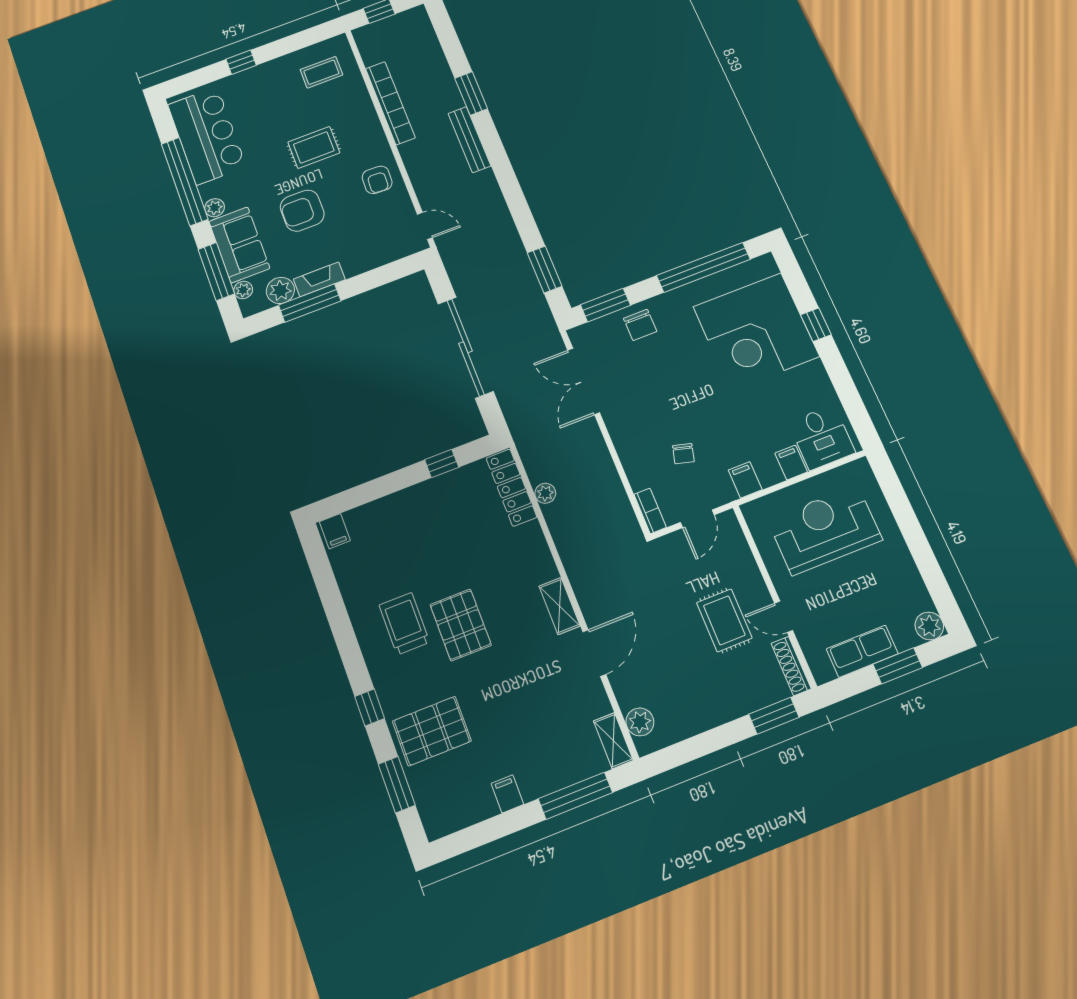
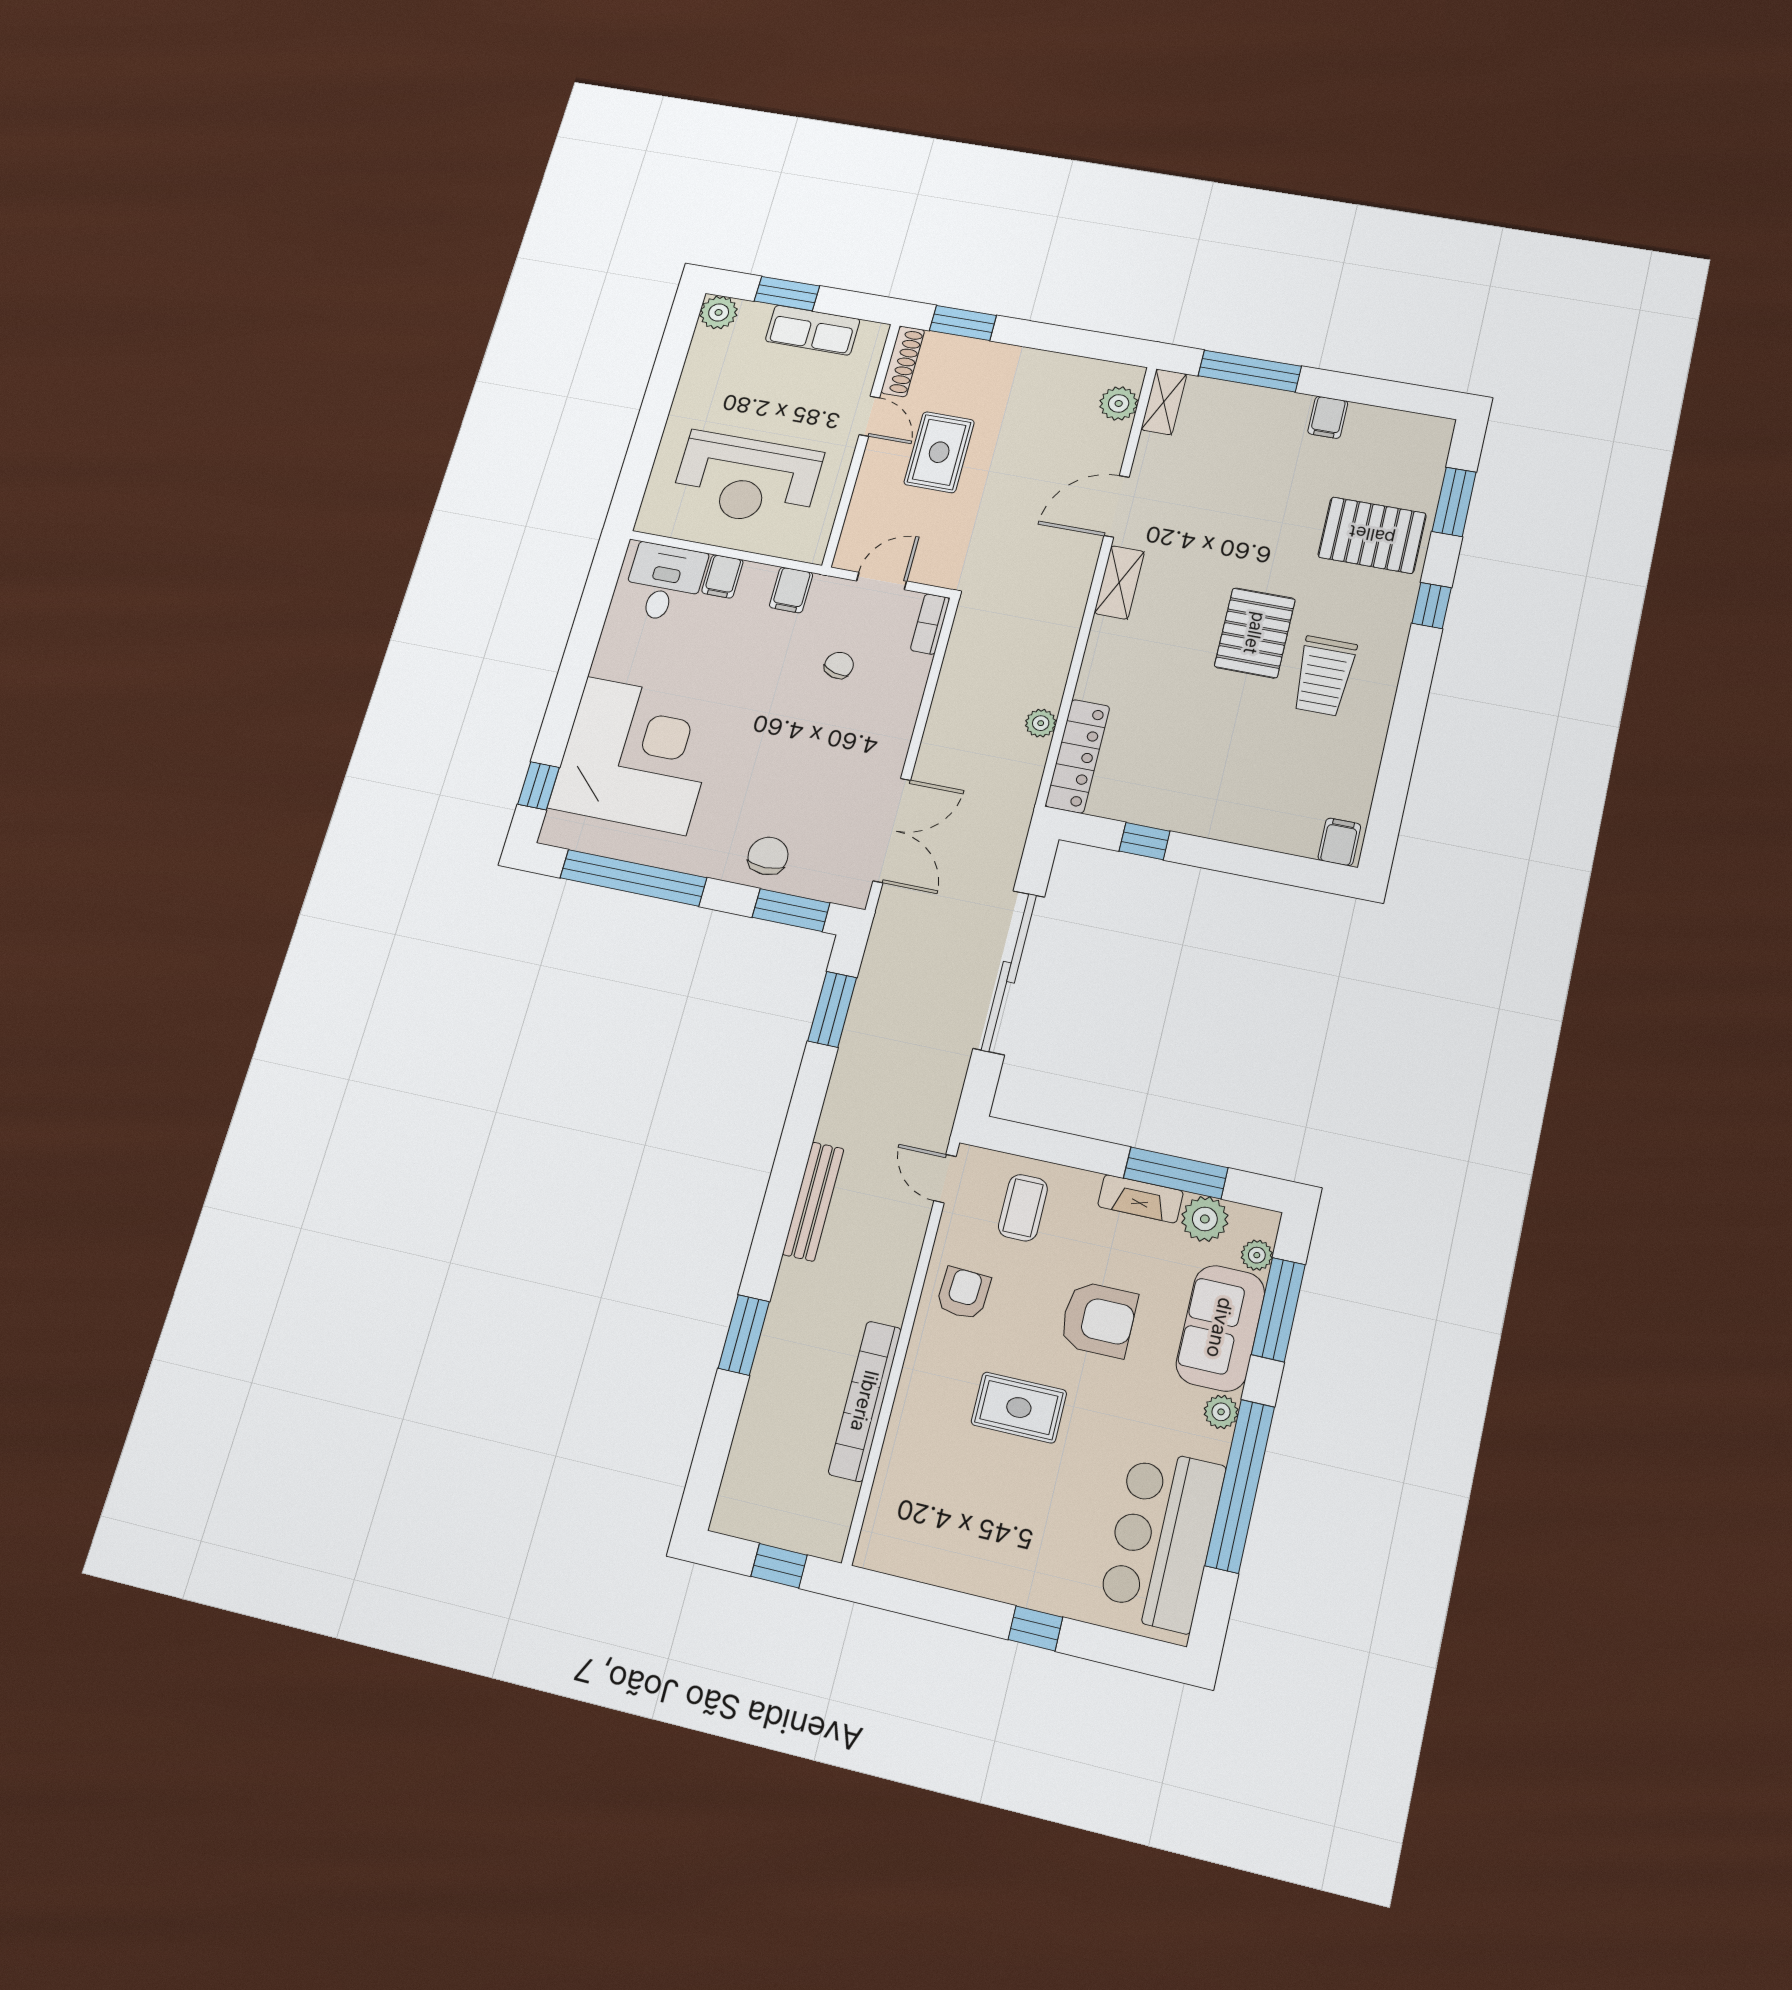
coffee table: (321, 72) -> (1023, 1208), moved, turned 90
bench: (469, 140) -> (813, 1201), moved
window: (816, 325) -> (538, 786), moved

